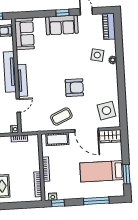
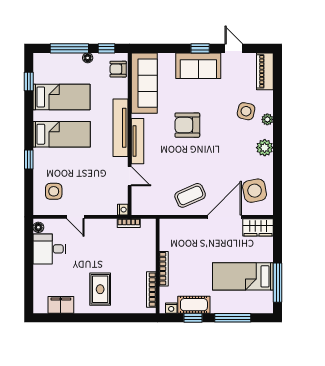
sofa: (24, 34) -> (144, 83), width x1.36
plant: (112, 80) -> (265, 148), added
armchair: (74, 88) -> (187, 125), moved, turned 180
door: (18, 106) -> (130, 176), hinge flipped
door: (86, 130) -> (225, 217), swing flipped
cot: (57, 139) -> (194, 305), moved
window: (126, 174) -> (278, 283), width x1.44
window: (58, 203) -> (193, 318), moved

